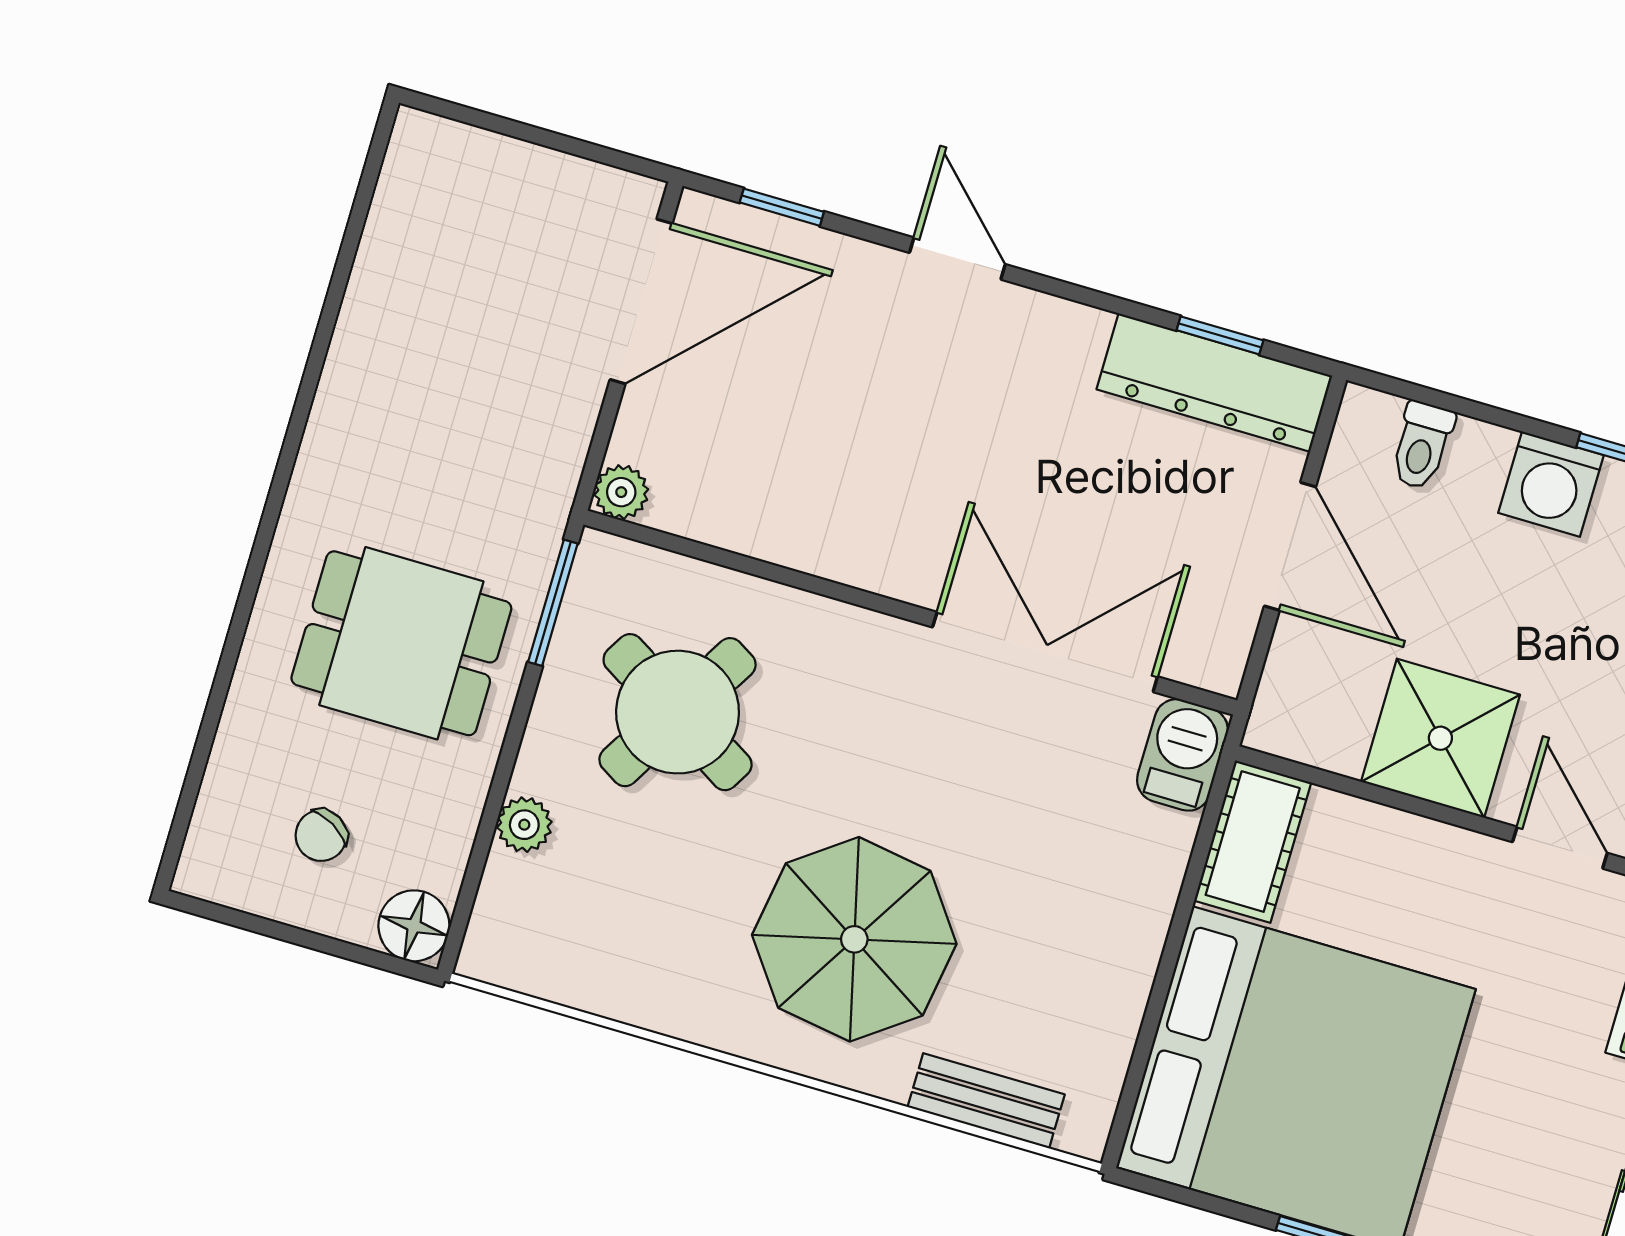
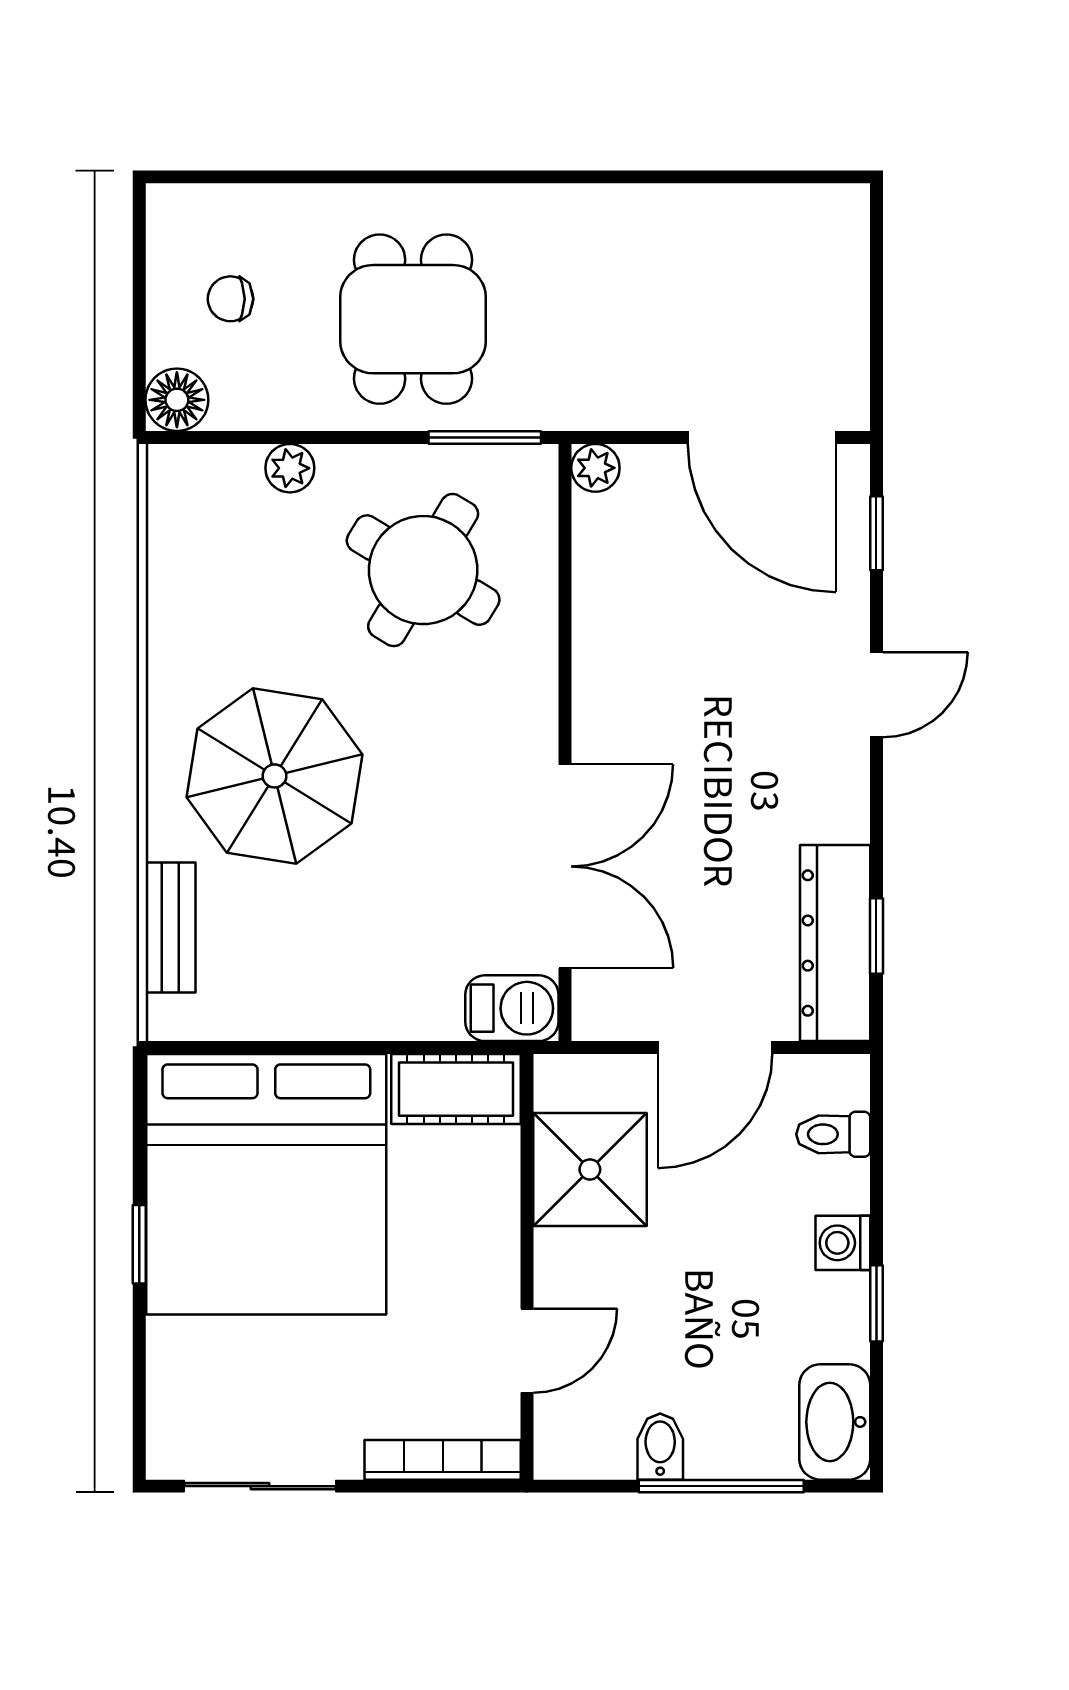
washing machine: (1551, 484) -> (843, 1243), width x0.73, depth x0.73
shower: (1440, 738) -> (590, 1169), moved
chair: (321, 835) -> (230, 299), turned -30

